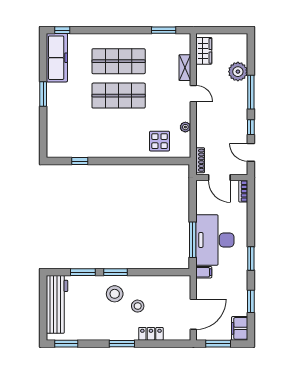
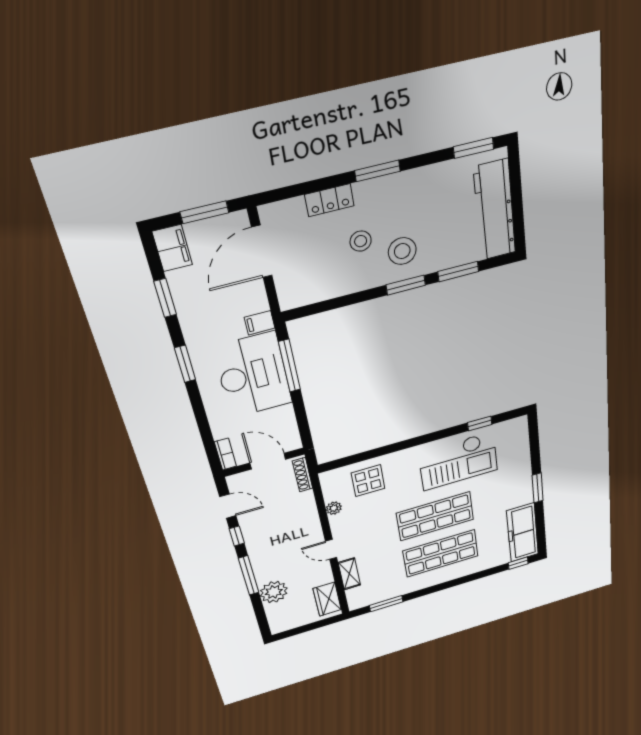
checkout: (97, 136) -> (458, 461), added

